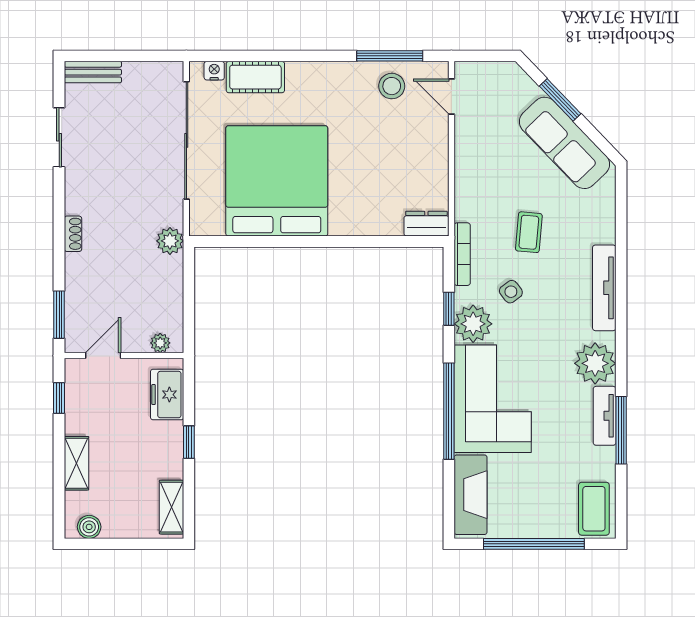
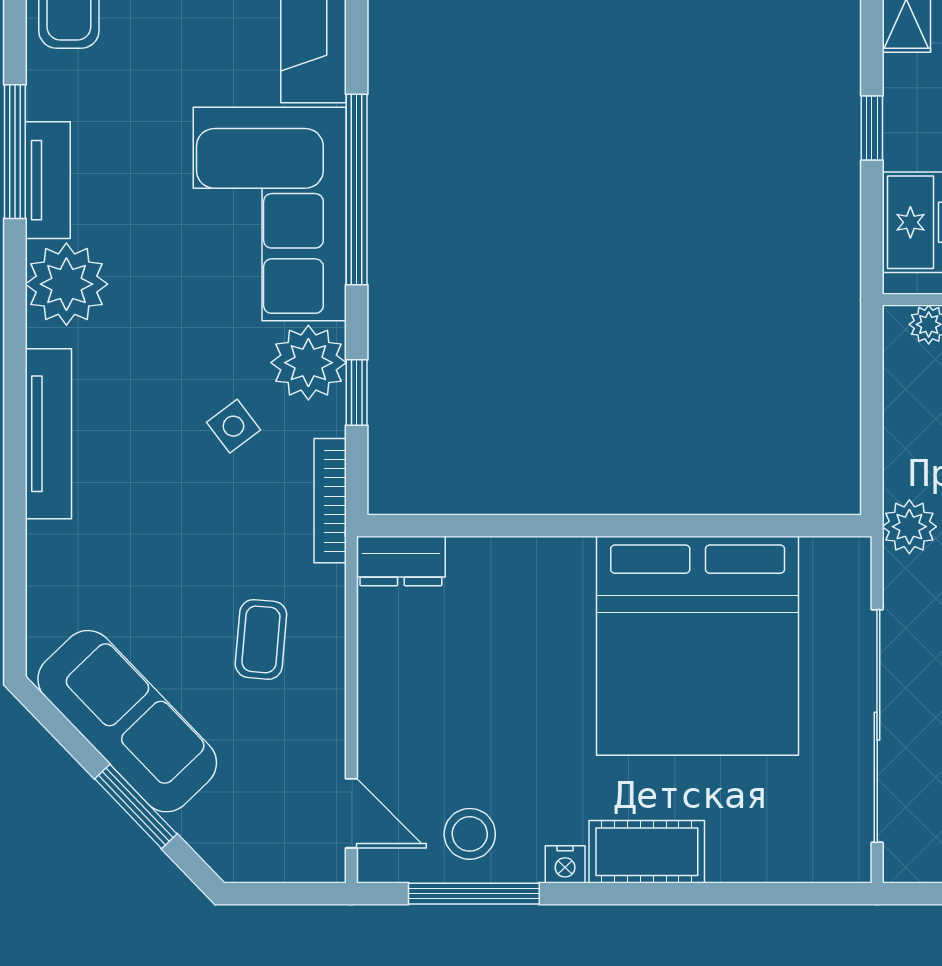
nightstand: (214, 71) -> (565, 864), moved
cot: (255, 77) -> (647, 852), moved
coffee table: (529, 232) -> (261, 639), moved

